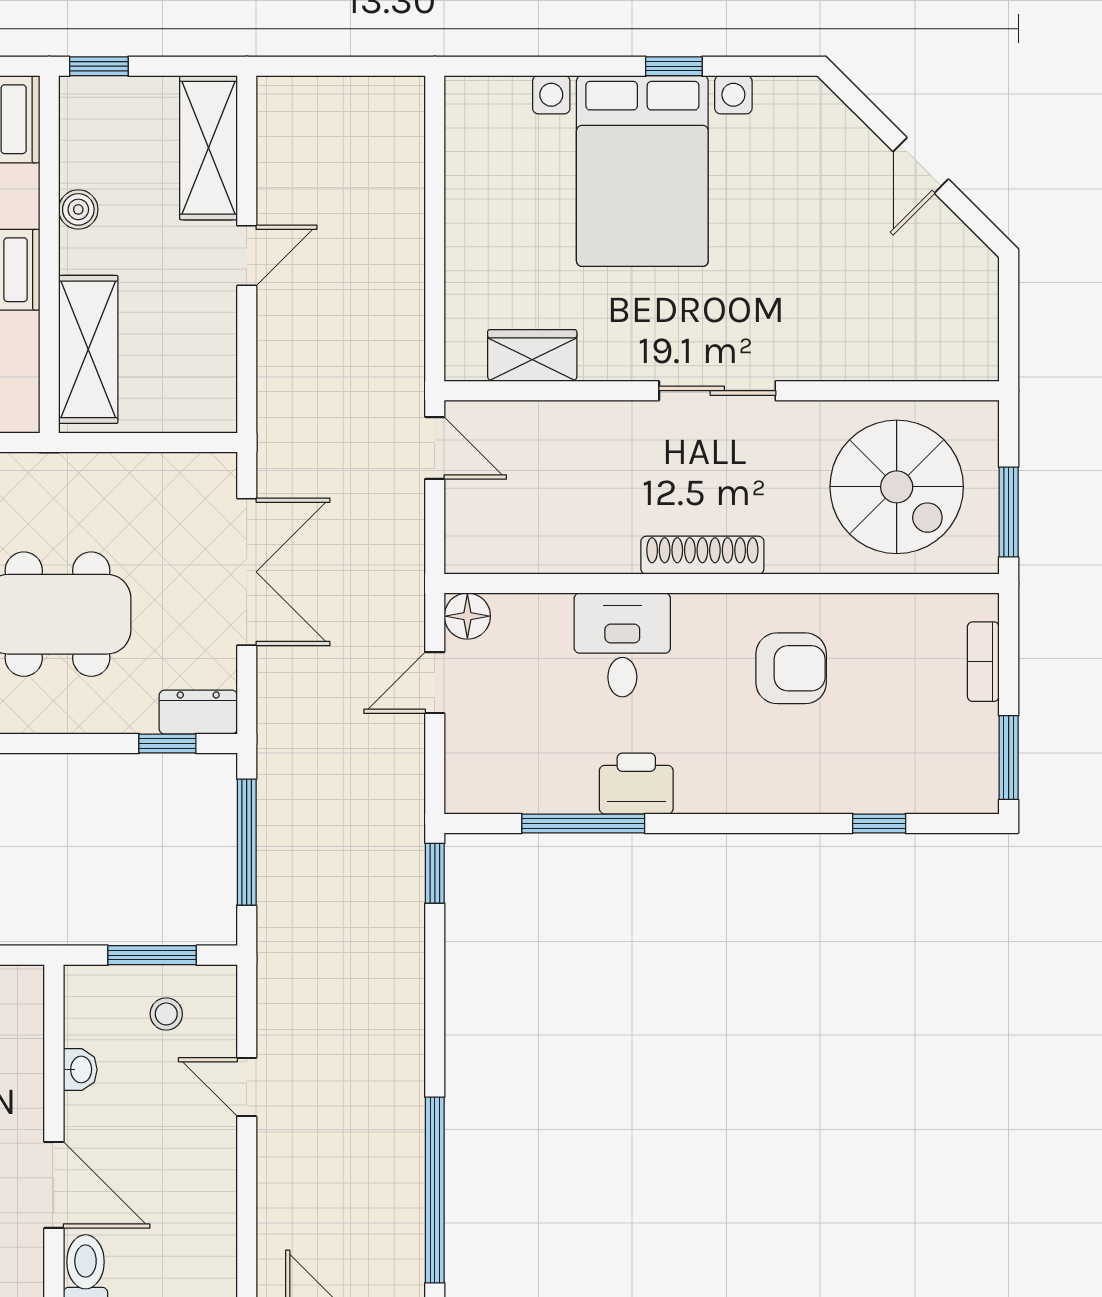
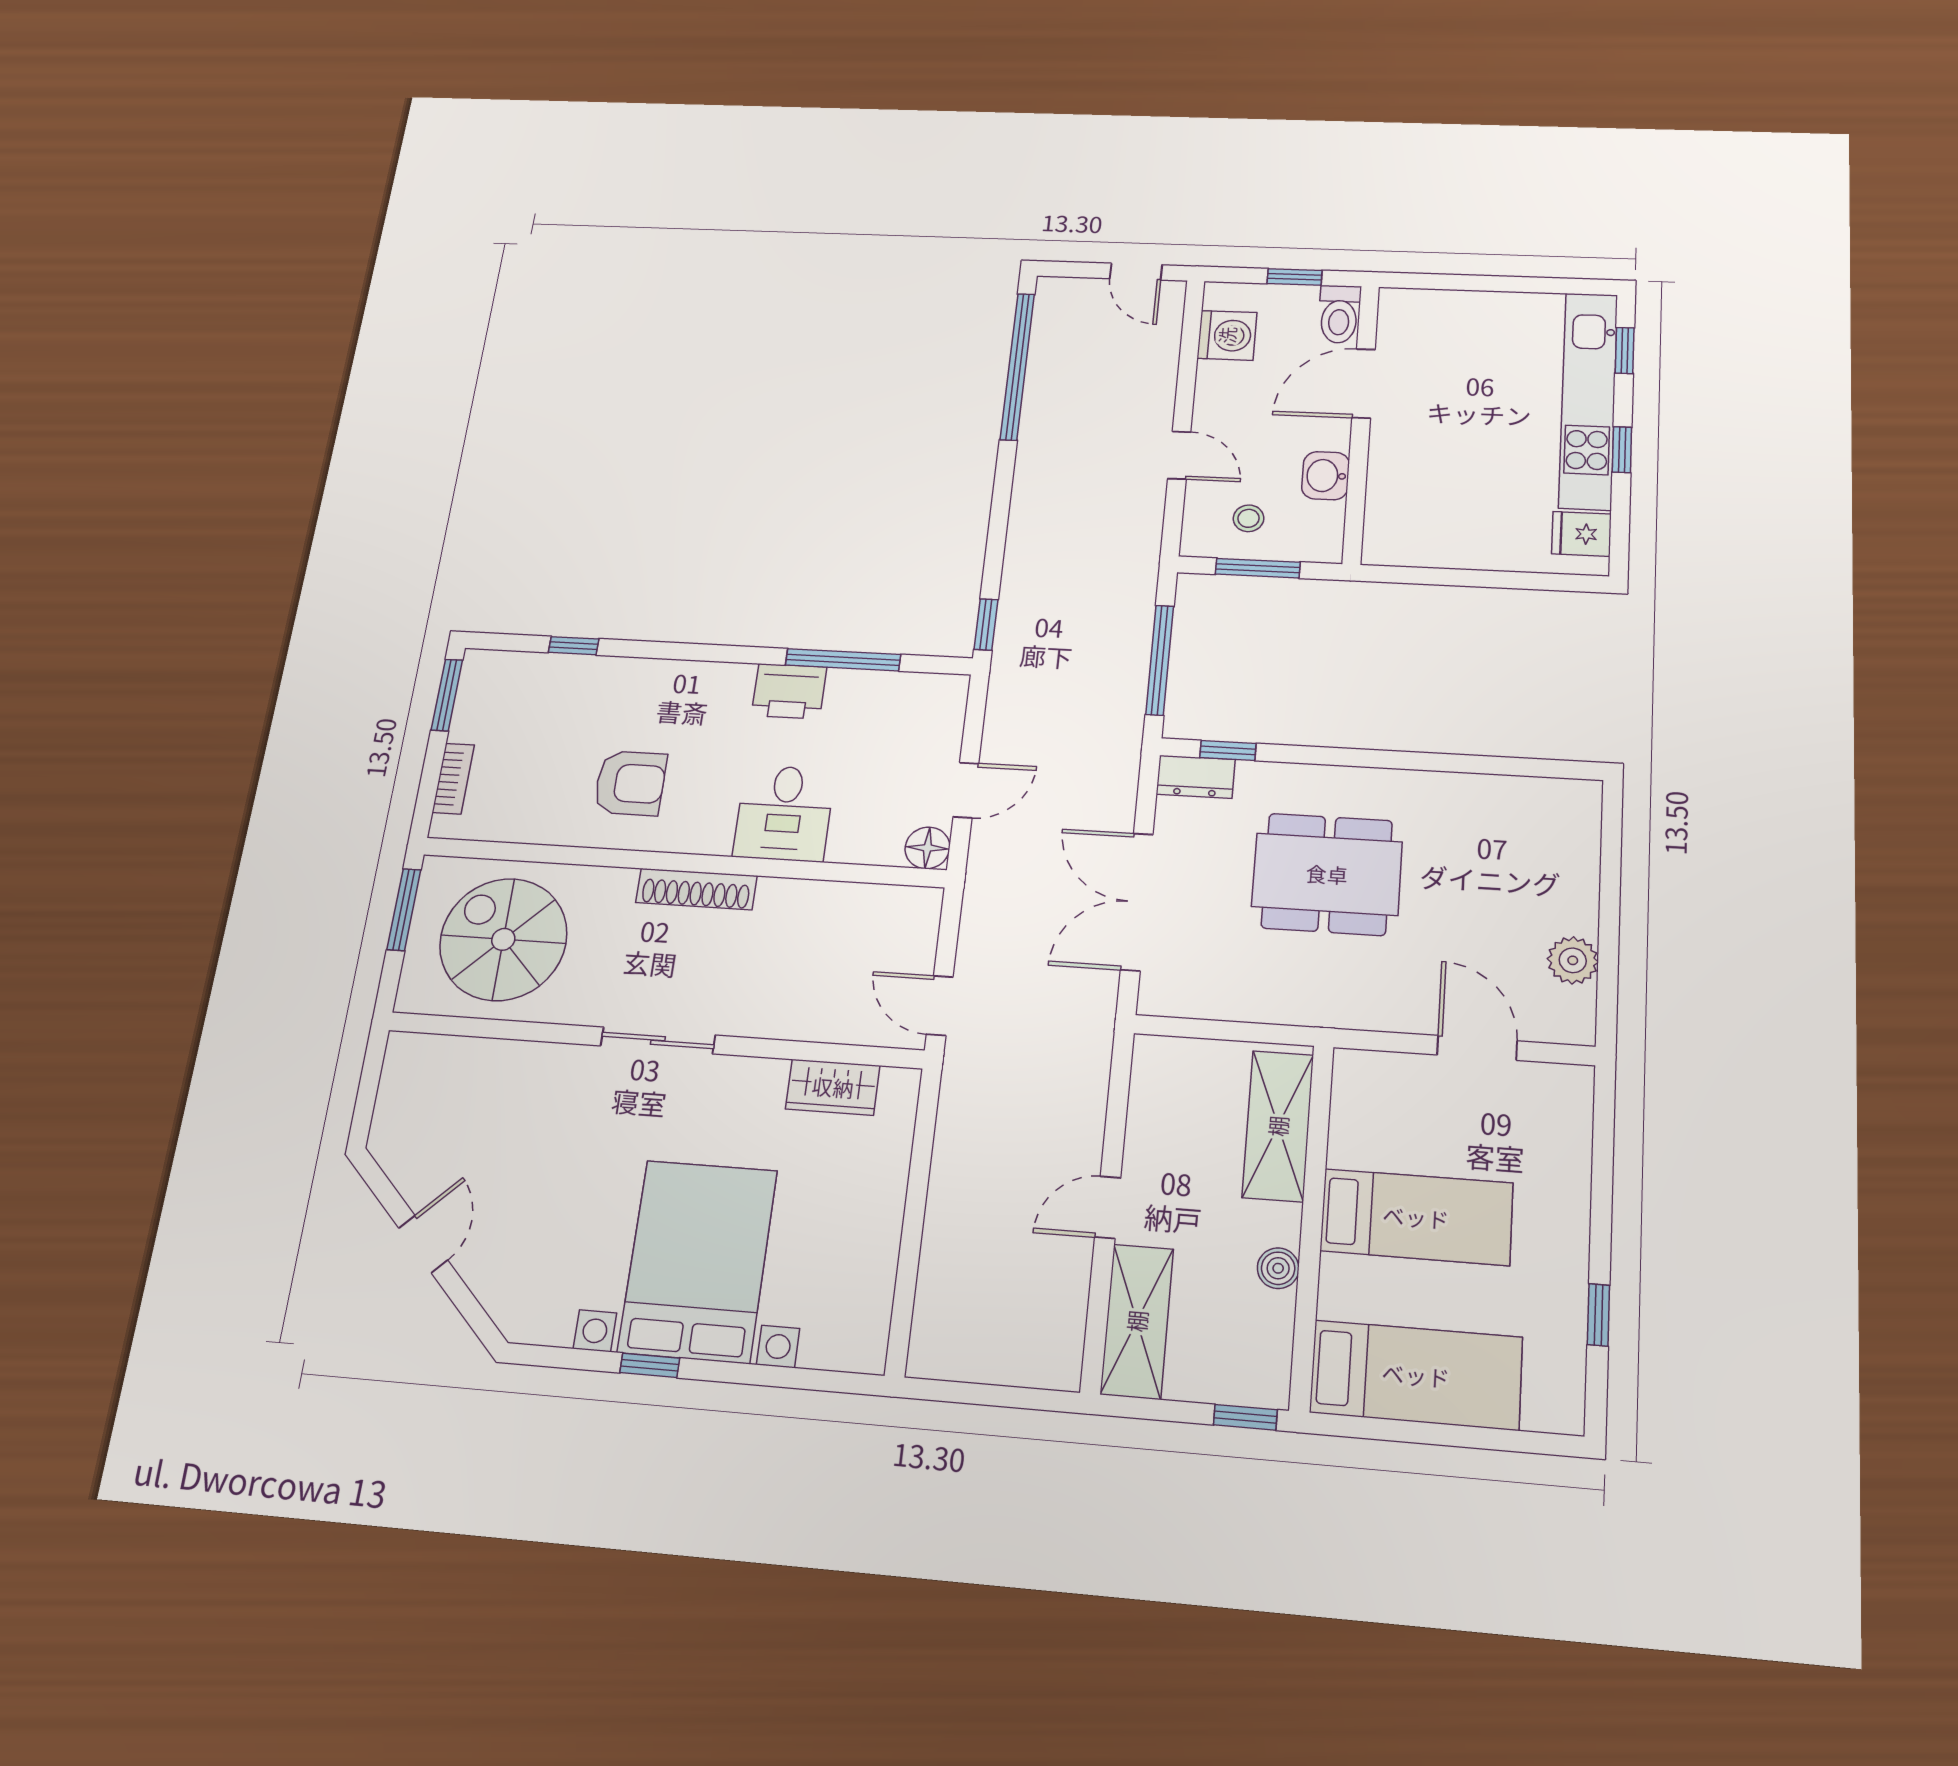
armchair: (791, 668) -> (630, 783), turned 180
washbasin: (80, 1070) -> (1326, 476), width x1.38, depth x1.45
door: (54, 1185) -> (1364, 383), hinge flipped
washing machine: (207, 1239) -> (1227, 335), added

